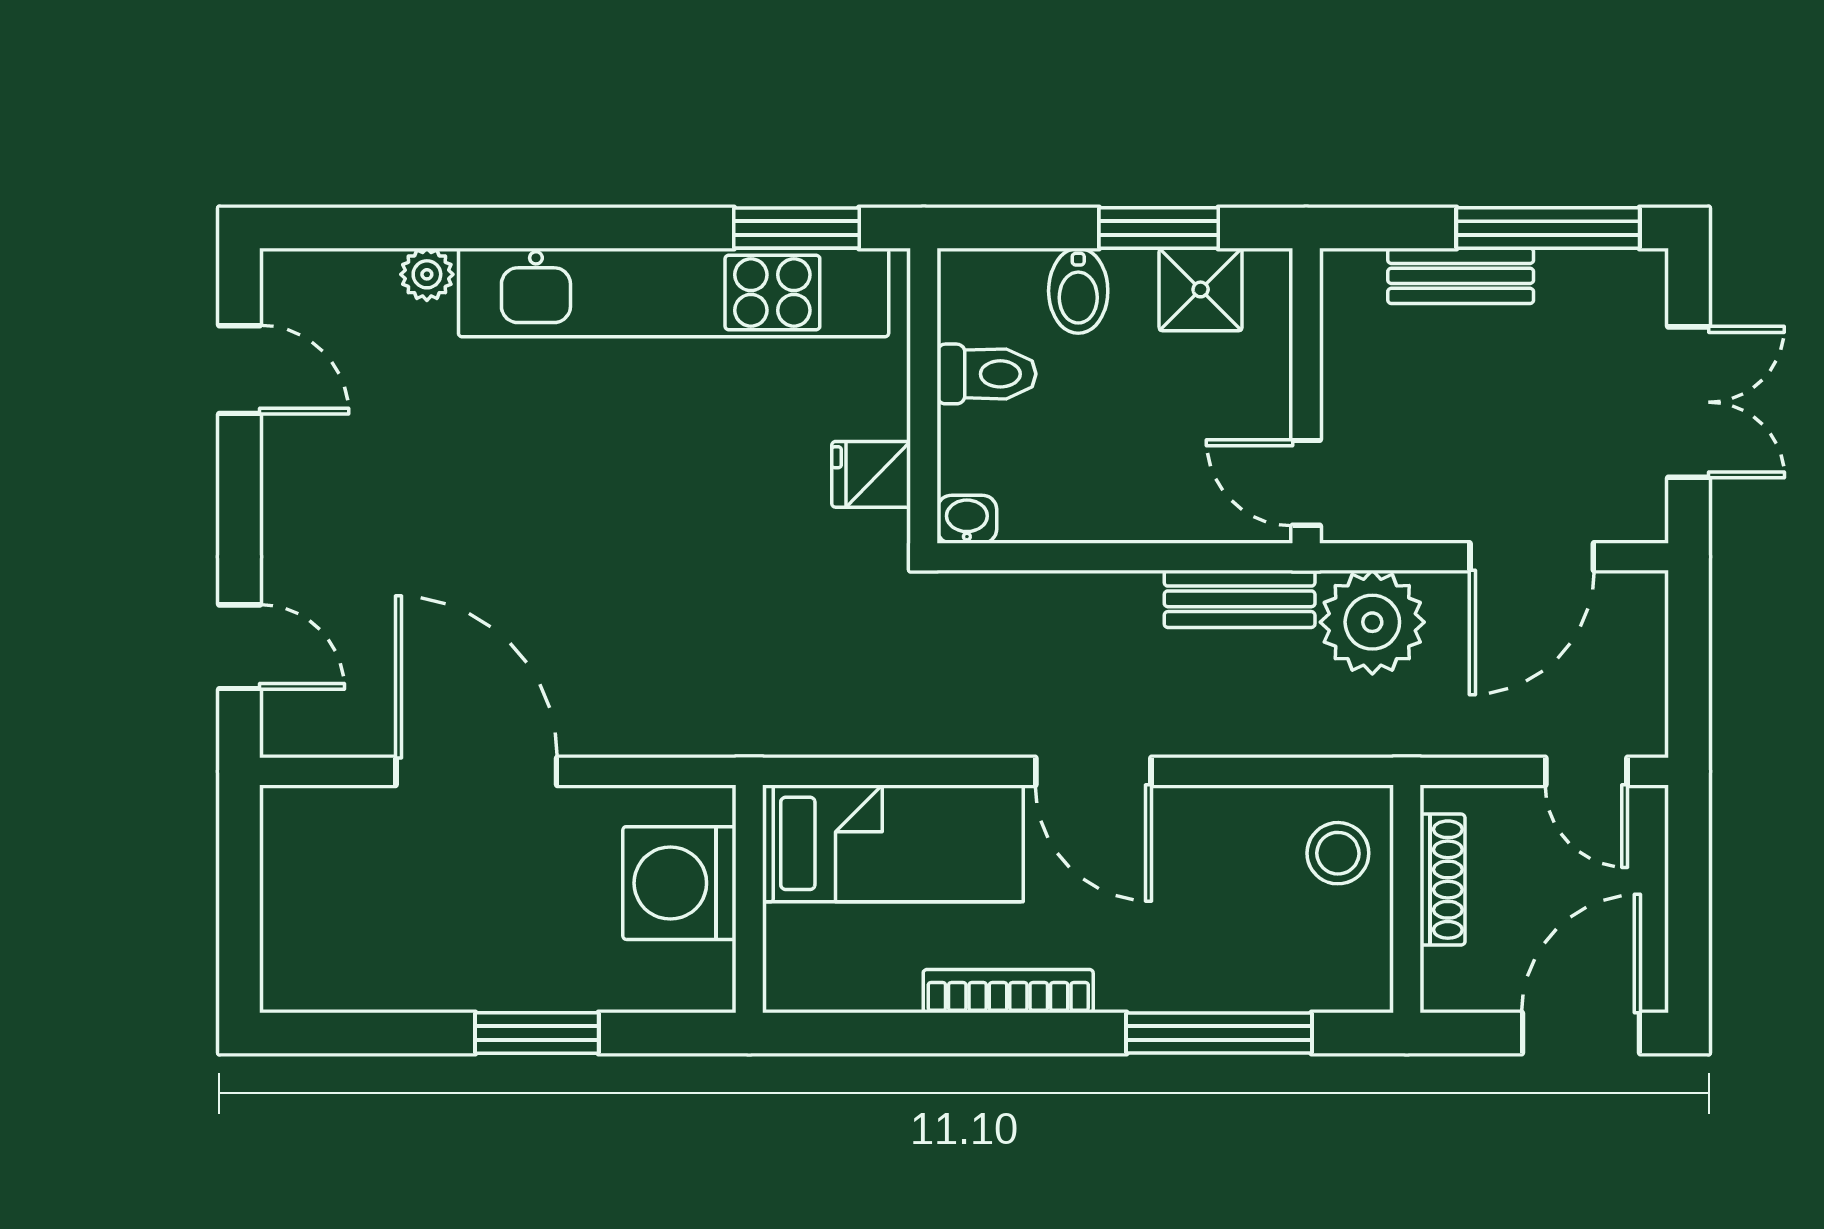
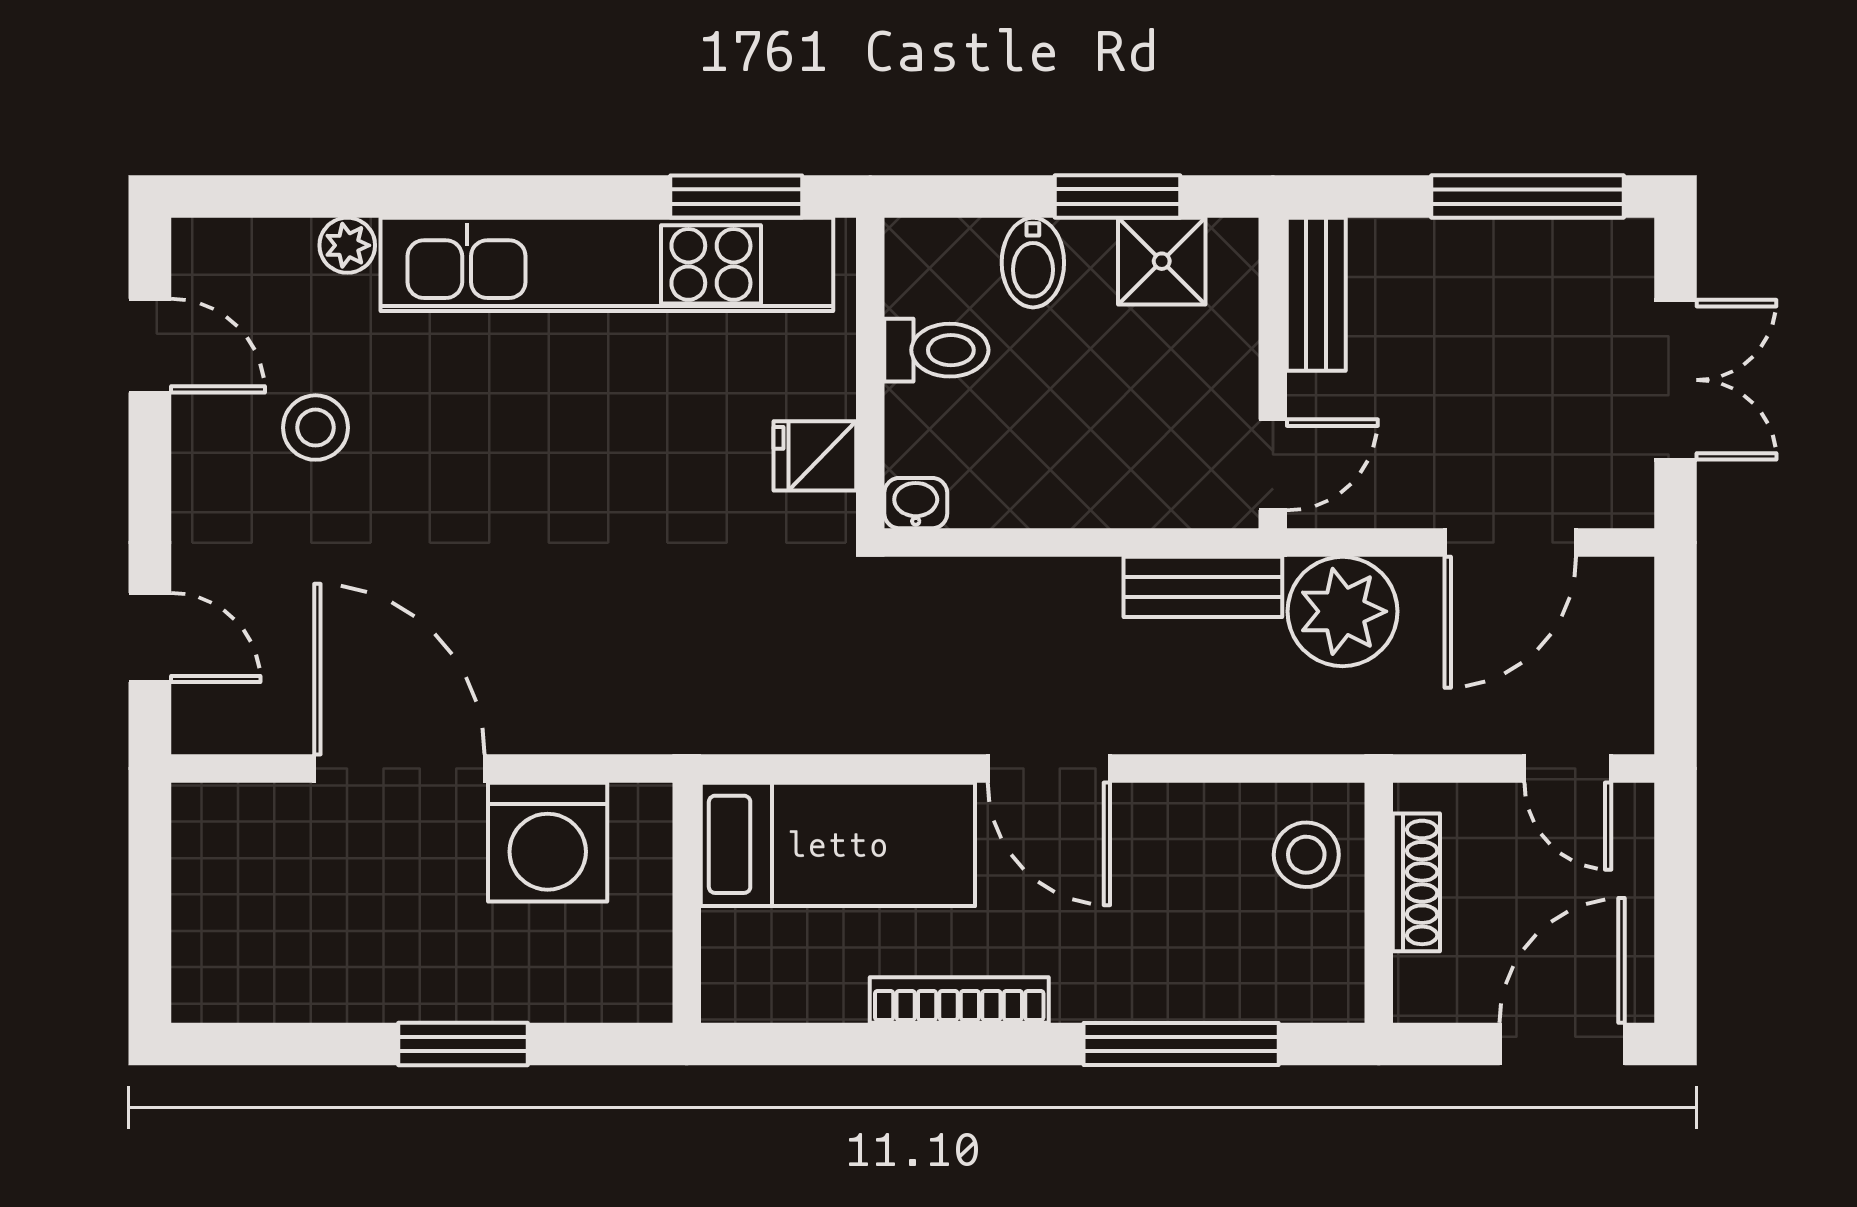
bench: (1461, 276) -> (1316, 294), moved, turned 90
stool: (397, 447) -> (316, 428), added
door: (1306, 483) -> (1273, 465), swing flipped
washing machine: (679, 883) -> (548, 842), moved, turned -90

